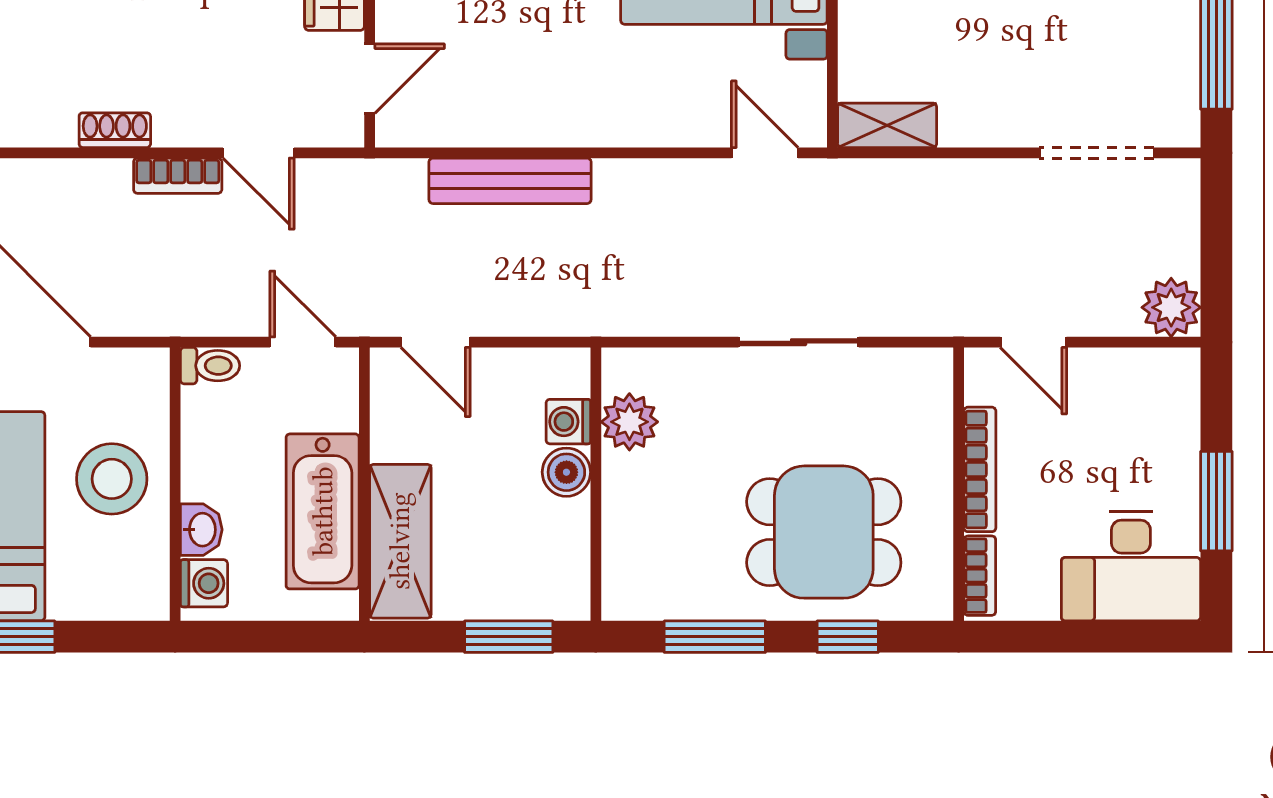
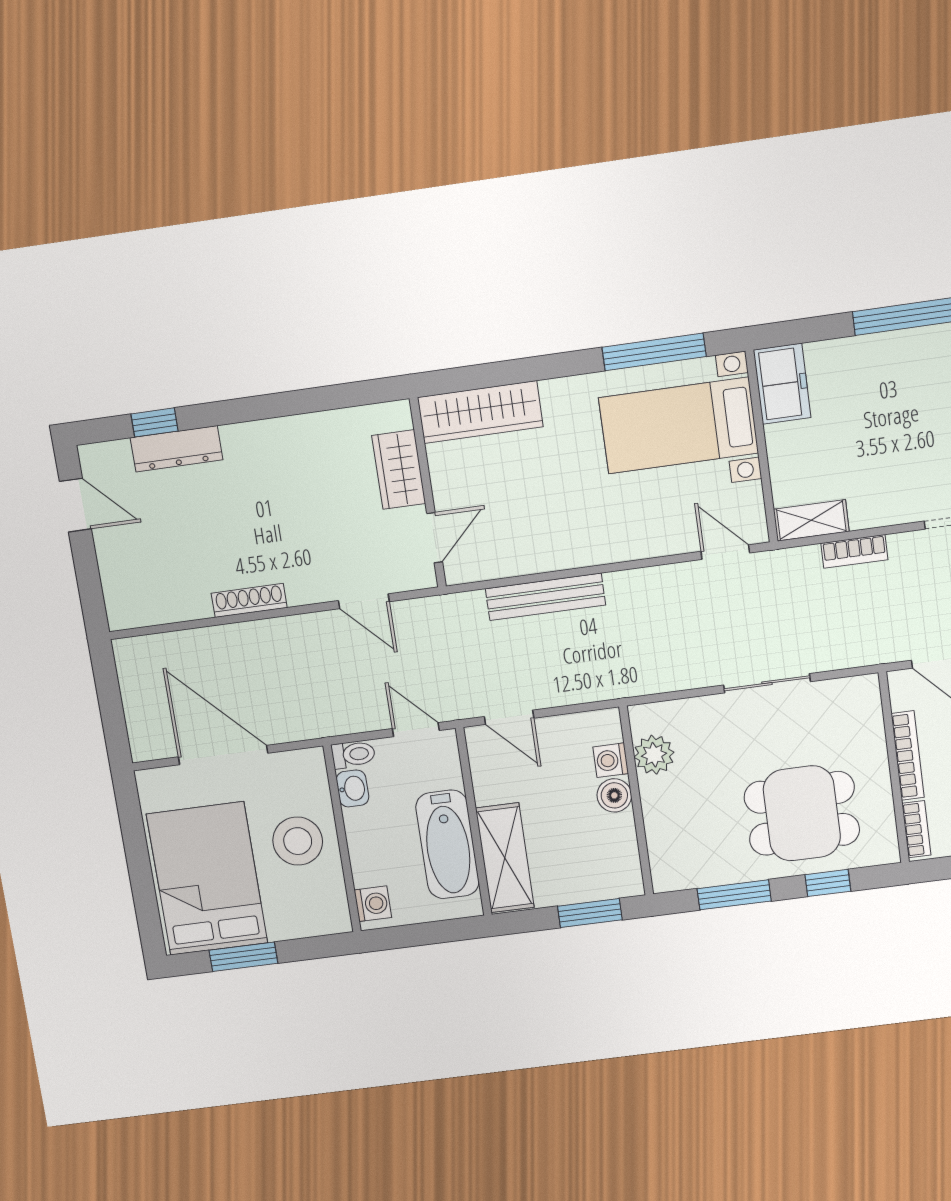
shoe rack: (115, 130) -> (249, 600), width x1.43
bookcase: (178, 176) -> (854, 551), moved
washbasin: (201, 530) -> (353, 788), moved

